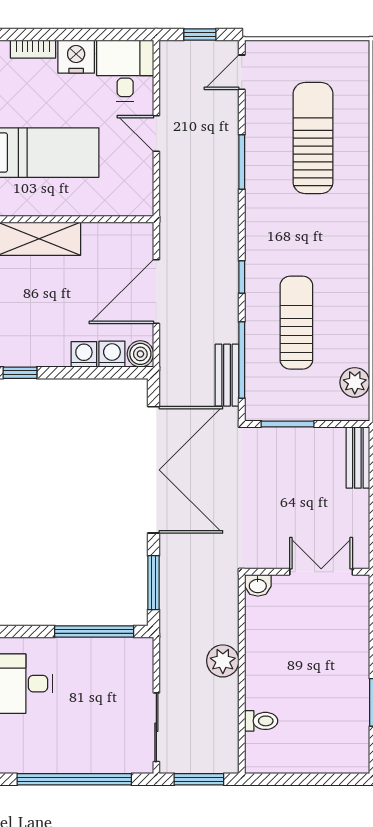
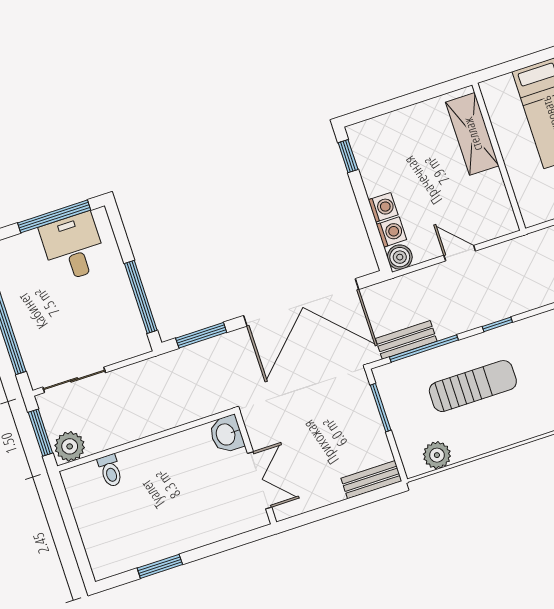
door: (156, 291) -> (460, 253), width x0.53
washbasin: (258, 585) -> (226, 434), width x1.38, depth x1.45
plant: (223, 661) -> (70, 446), moved

